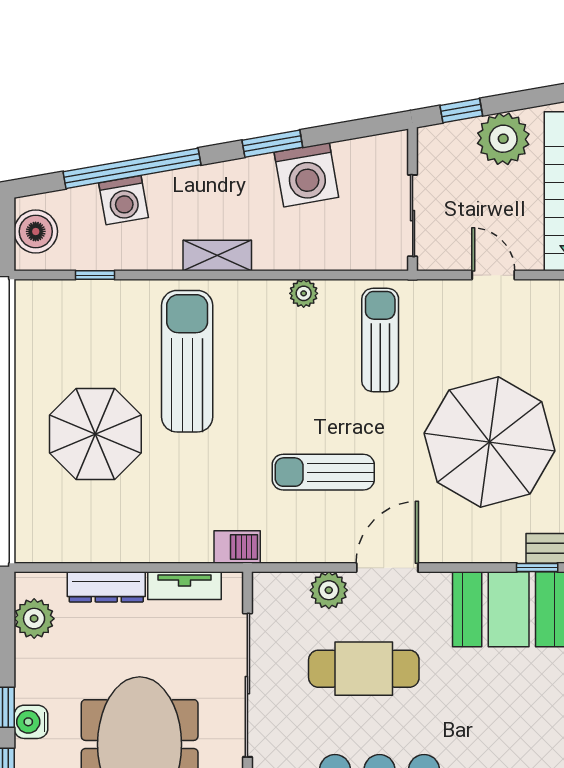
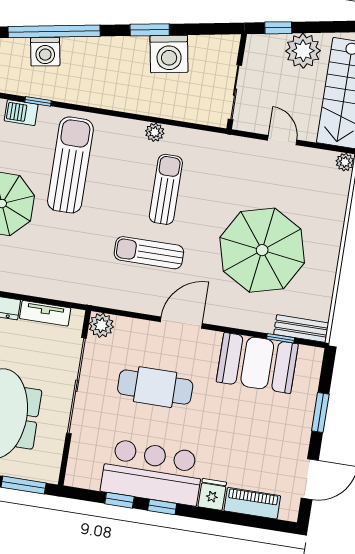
shelving: (217, 256) -> (101, 98), removed
window: (95, 275) -> (38, 101), moved
sun lounger: (380, 340) -> (166, 189), moved
barbecue: (237, 547) -> (21, 113), moved, turned 180
plant: (329, 590) -> (101, 325), moved

